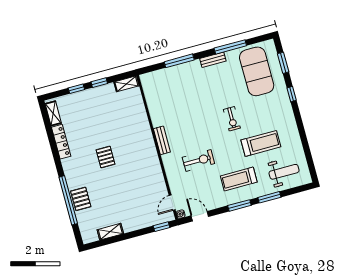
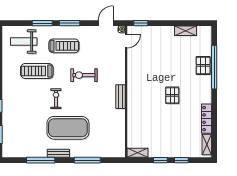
exercise mat: (257, 71) -> (68, 128), moved, turned 90
exercise bike: (198, 160) -> (84, 75), moved
door: (200, 216) -> (106, 23), swing flipped

